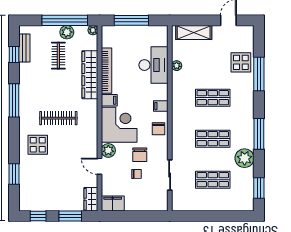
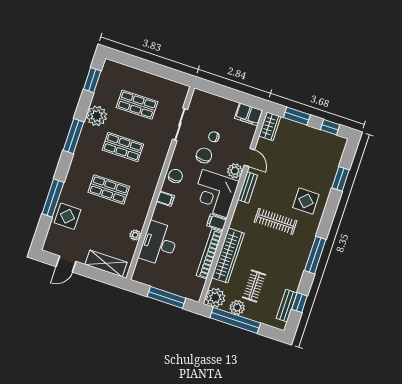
plant: (93, 30) -> (215, 298), width x1.88, depth x1.88
bench: (92, 140) -> (248, 187), added

